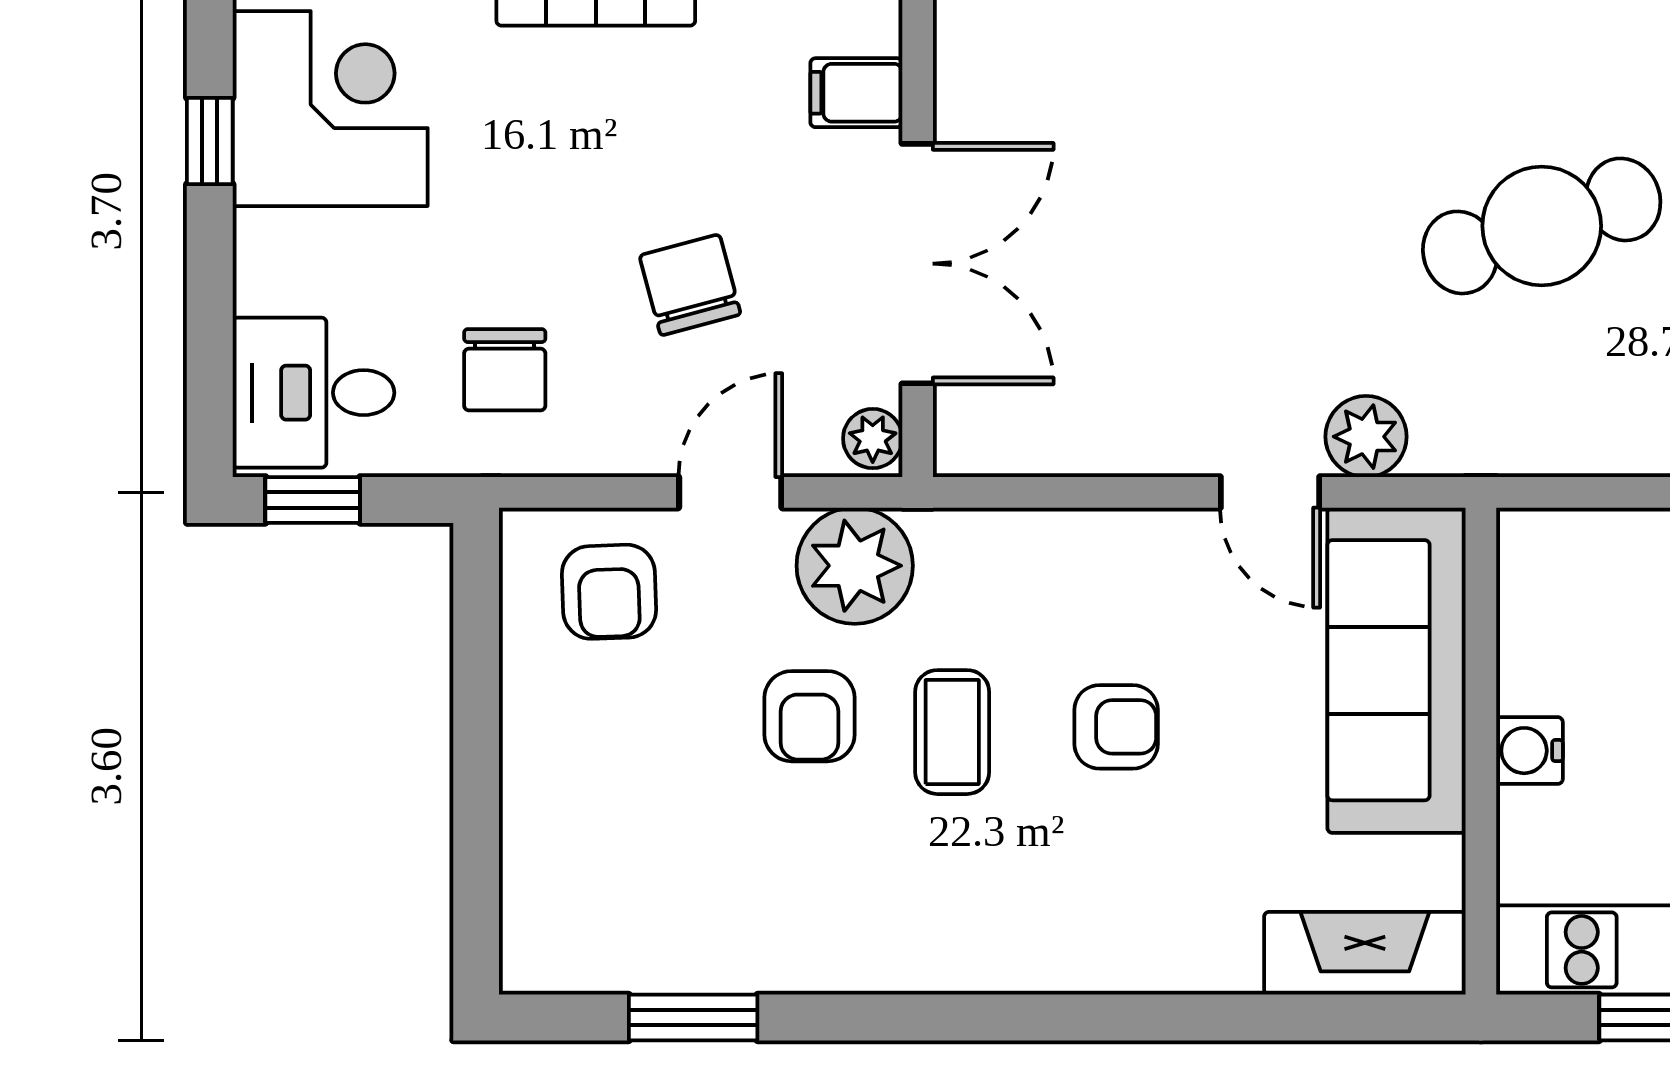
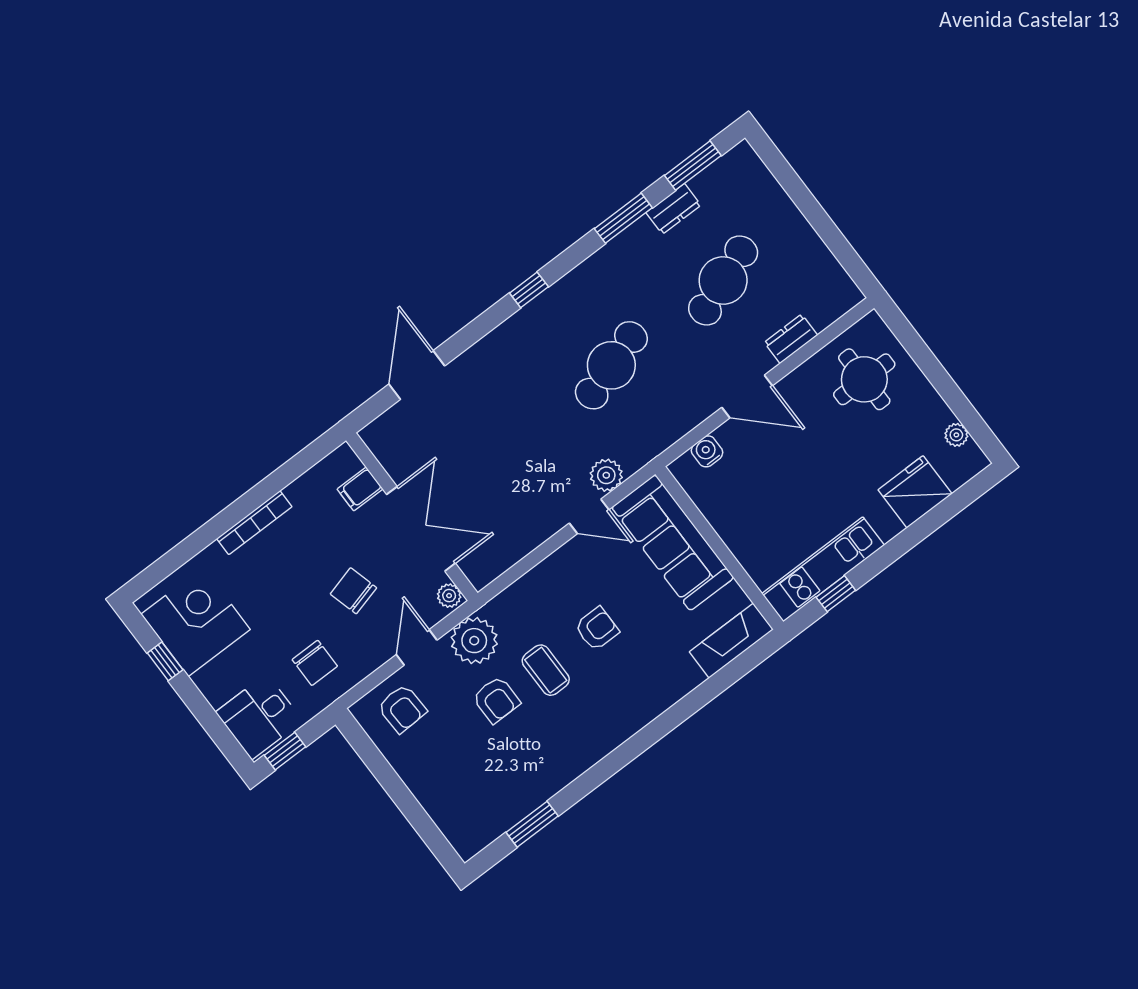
water cooler: (1529, 751) -> (707, 451), moved, turned 90

